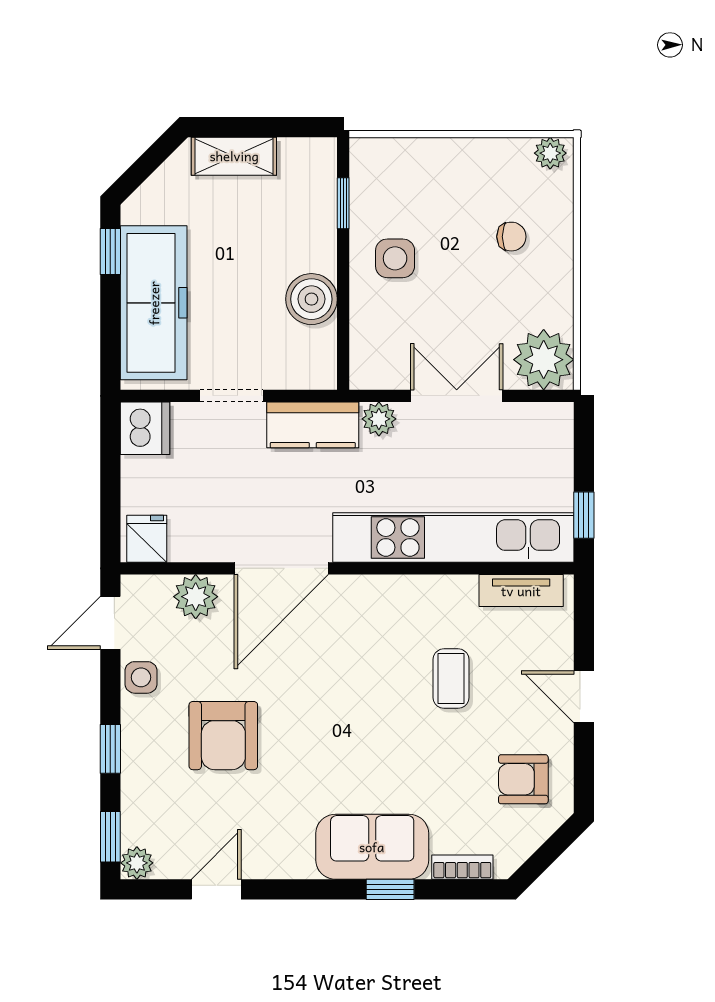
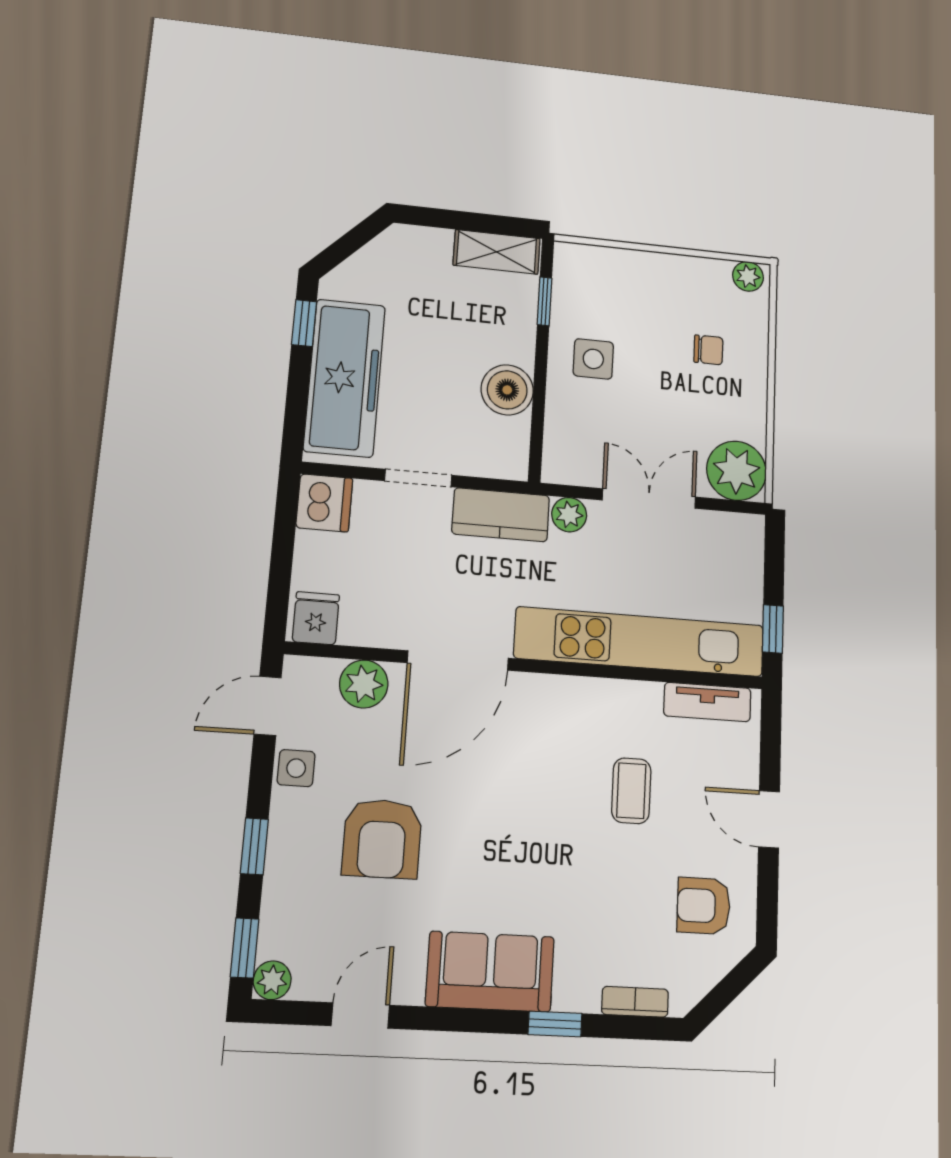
shelving: (234, 156) -> (497, 252), moved
sofa: (372, 847) -> (490, 971), moved

